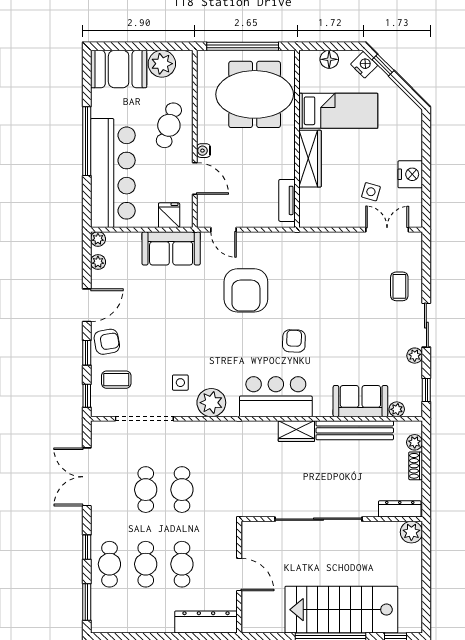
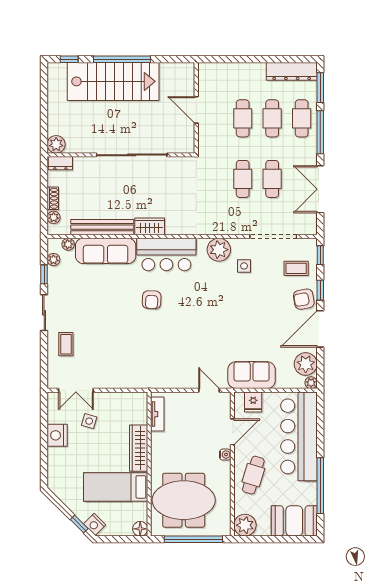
floor lamp: (329, 59) -> (140, 529), moved
plant: (162, 64) -> (245, 525), moved
window: (87, 141) -> (320, 486), moved
door: (195, 178) -> (232, 432), swing flipped
plant: (98, 262) -> (306, 364), width x1.88, depth x1.88
armchair: (246, 290) -> (191, 341), removed
door: (87, 305) -> (320, 329), width x1.36
plant: (415, 356) -> (53, 260), moved
window: (426, 390) -> (44, 274), moved
sofa: (360, 401) -> (106, 251), width x1.36
double door: (87, 477) -> (320, 189), swing flipped
dresser: (400, 509) -> (60, 163), width x0.70
window: (87, 547) -> (320, 132), width x2.17
dresser: (206, 622) -> (292, 71), moved

